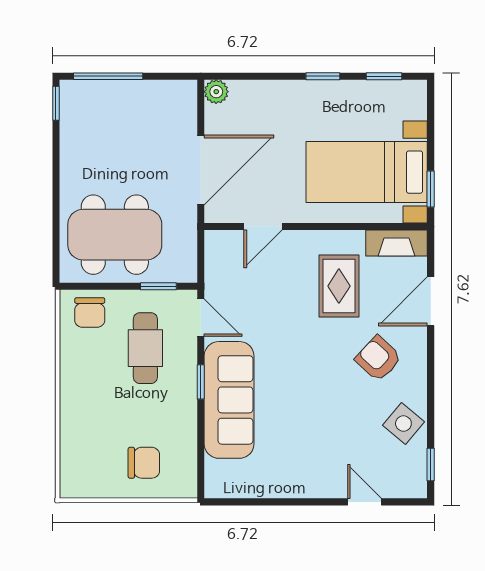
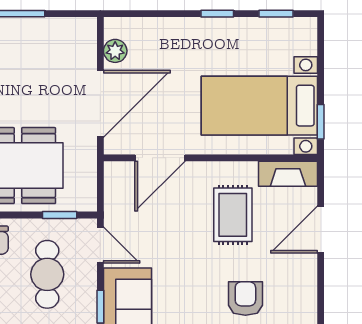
plant: (216, 92) -> (115, 51), moved
door: (263, 227) -> (160, 158), width x1.38
armchair: (378, 359) -> (245, 299), moved, turned 47

